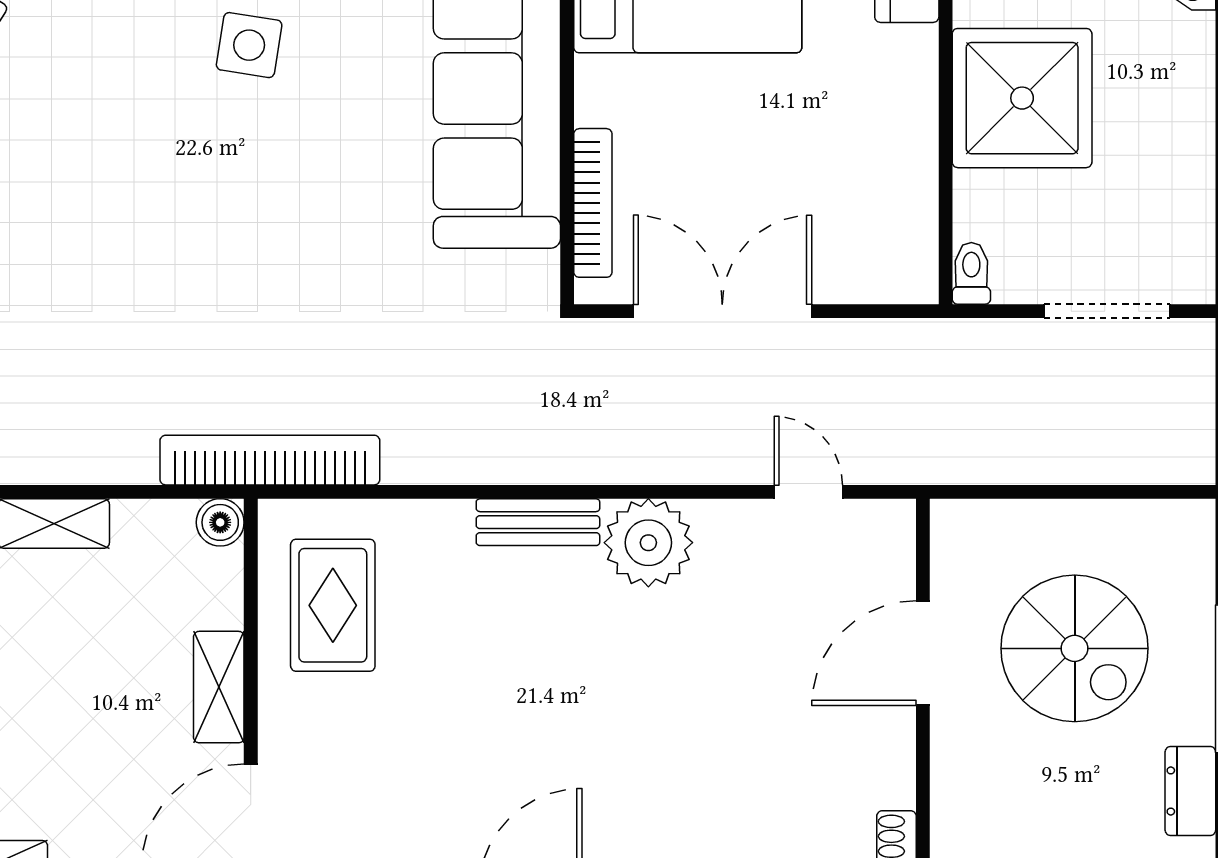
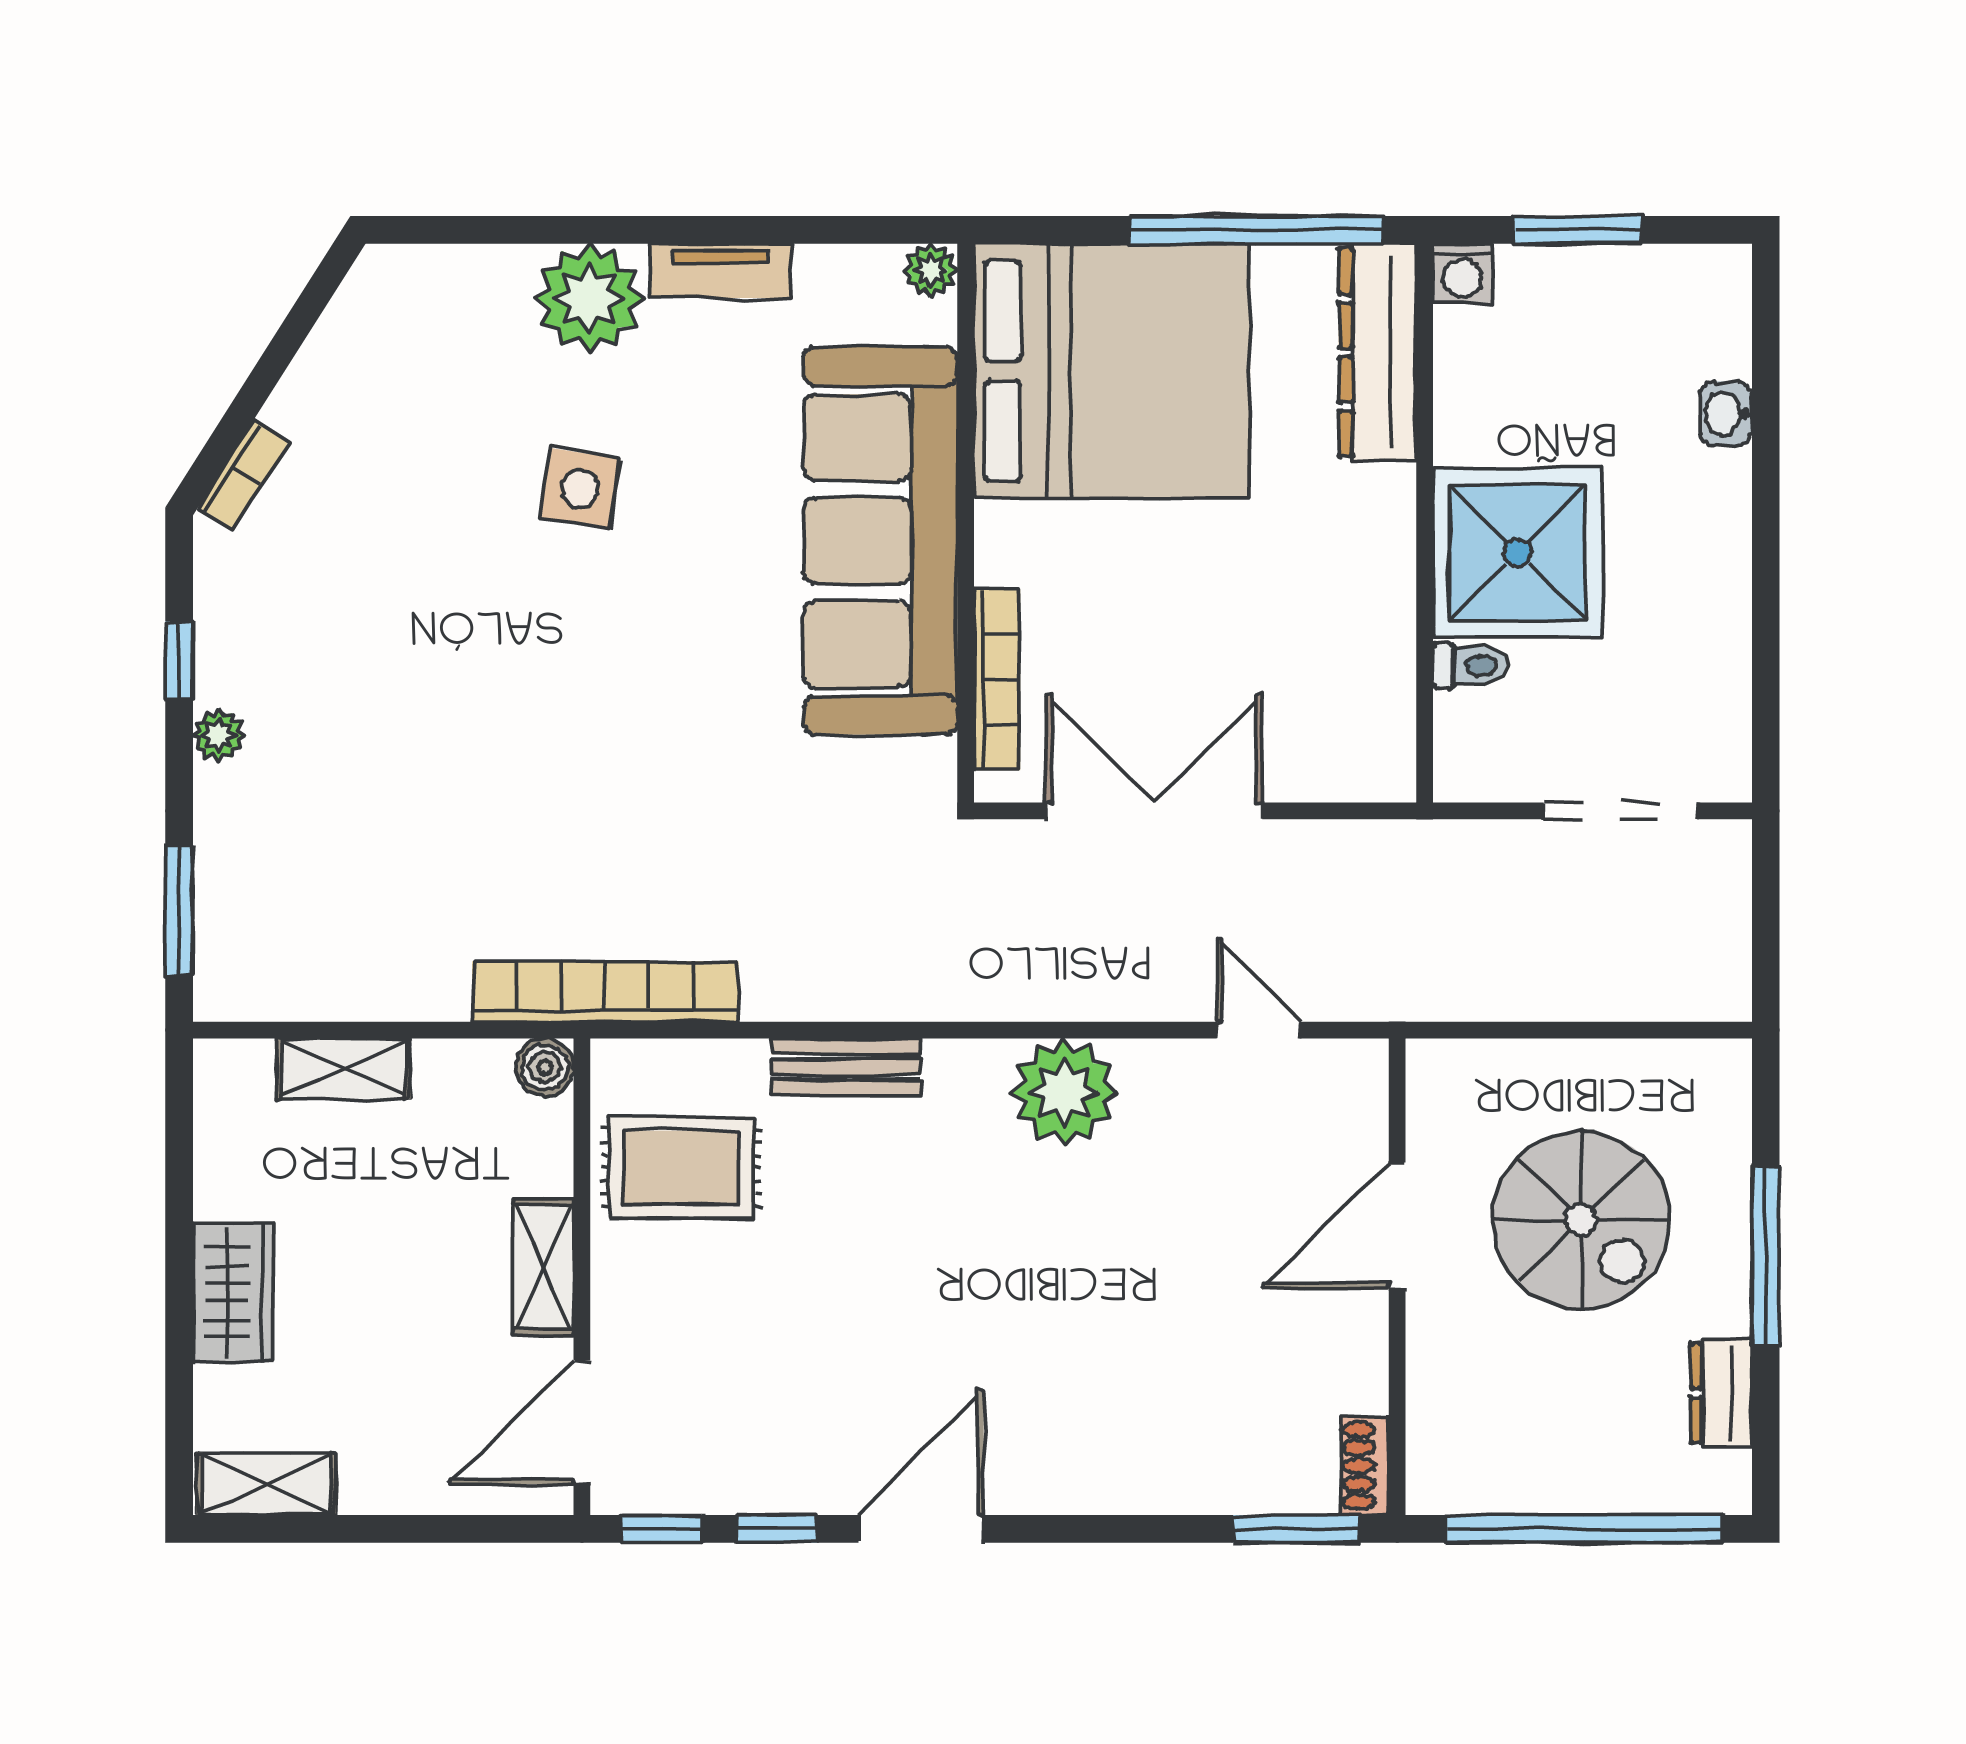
toilet: (971, 273) -> (1470, 666), moved, turned 90
bench: (538, 522) -> (846, 1067), moved
rug: (333, 605) -> (681, 1168), turned 90

